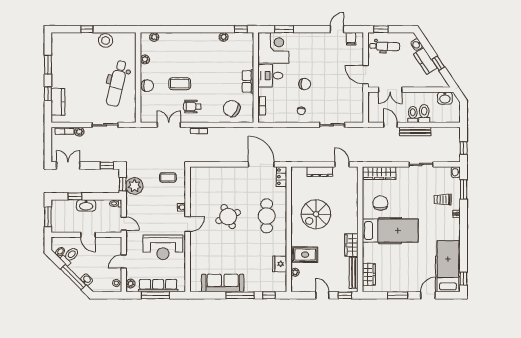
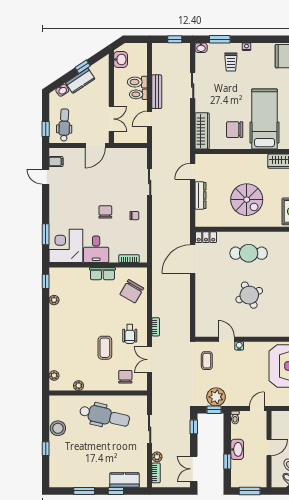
chair: (147, 86) -> (125, 377), moved
door: (188, 224) -> (226, 339), moved

